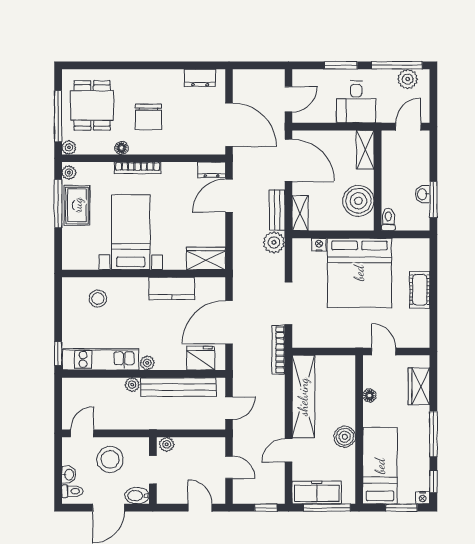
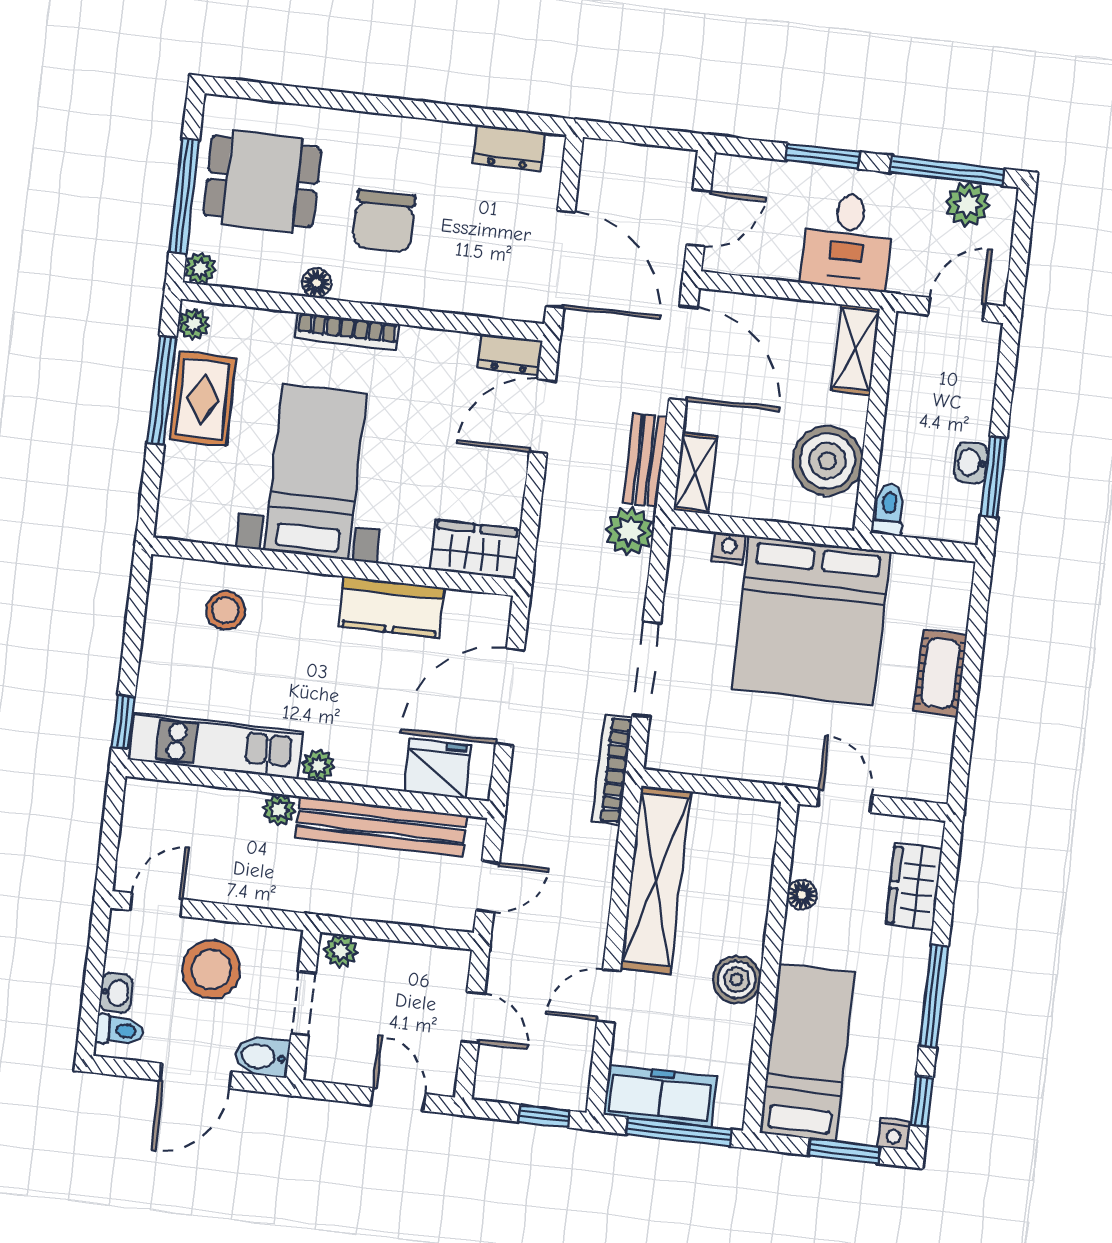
dining table: (92, 106) -> (262, 182), turned 90

